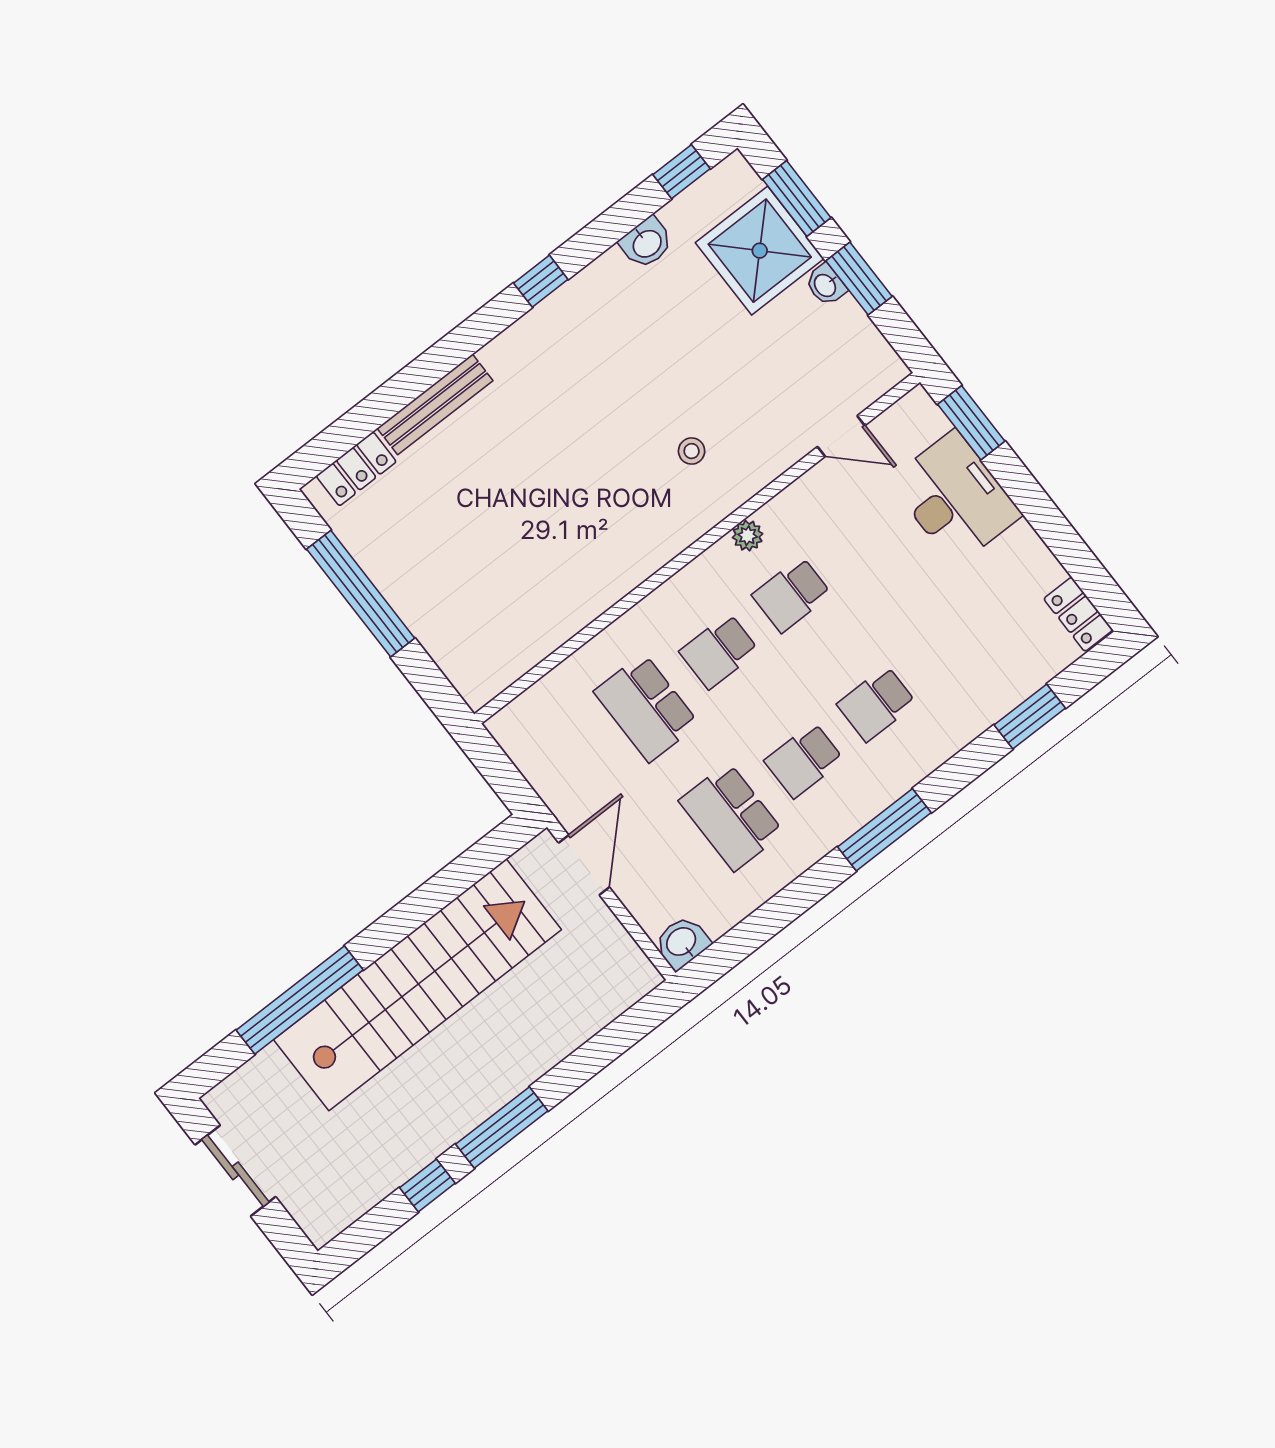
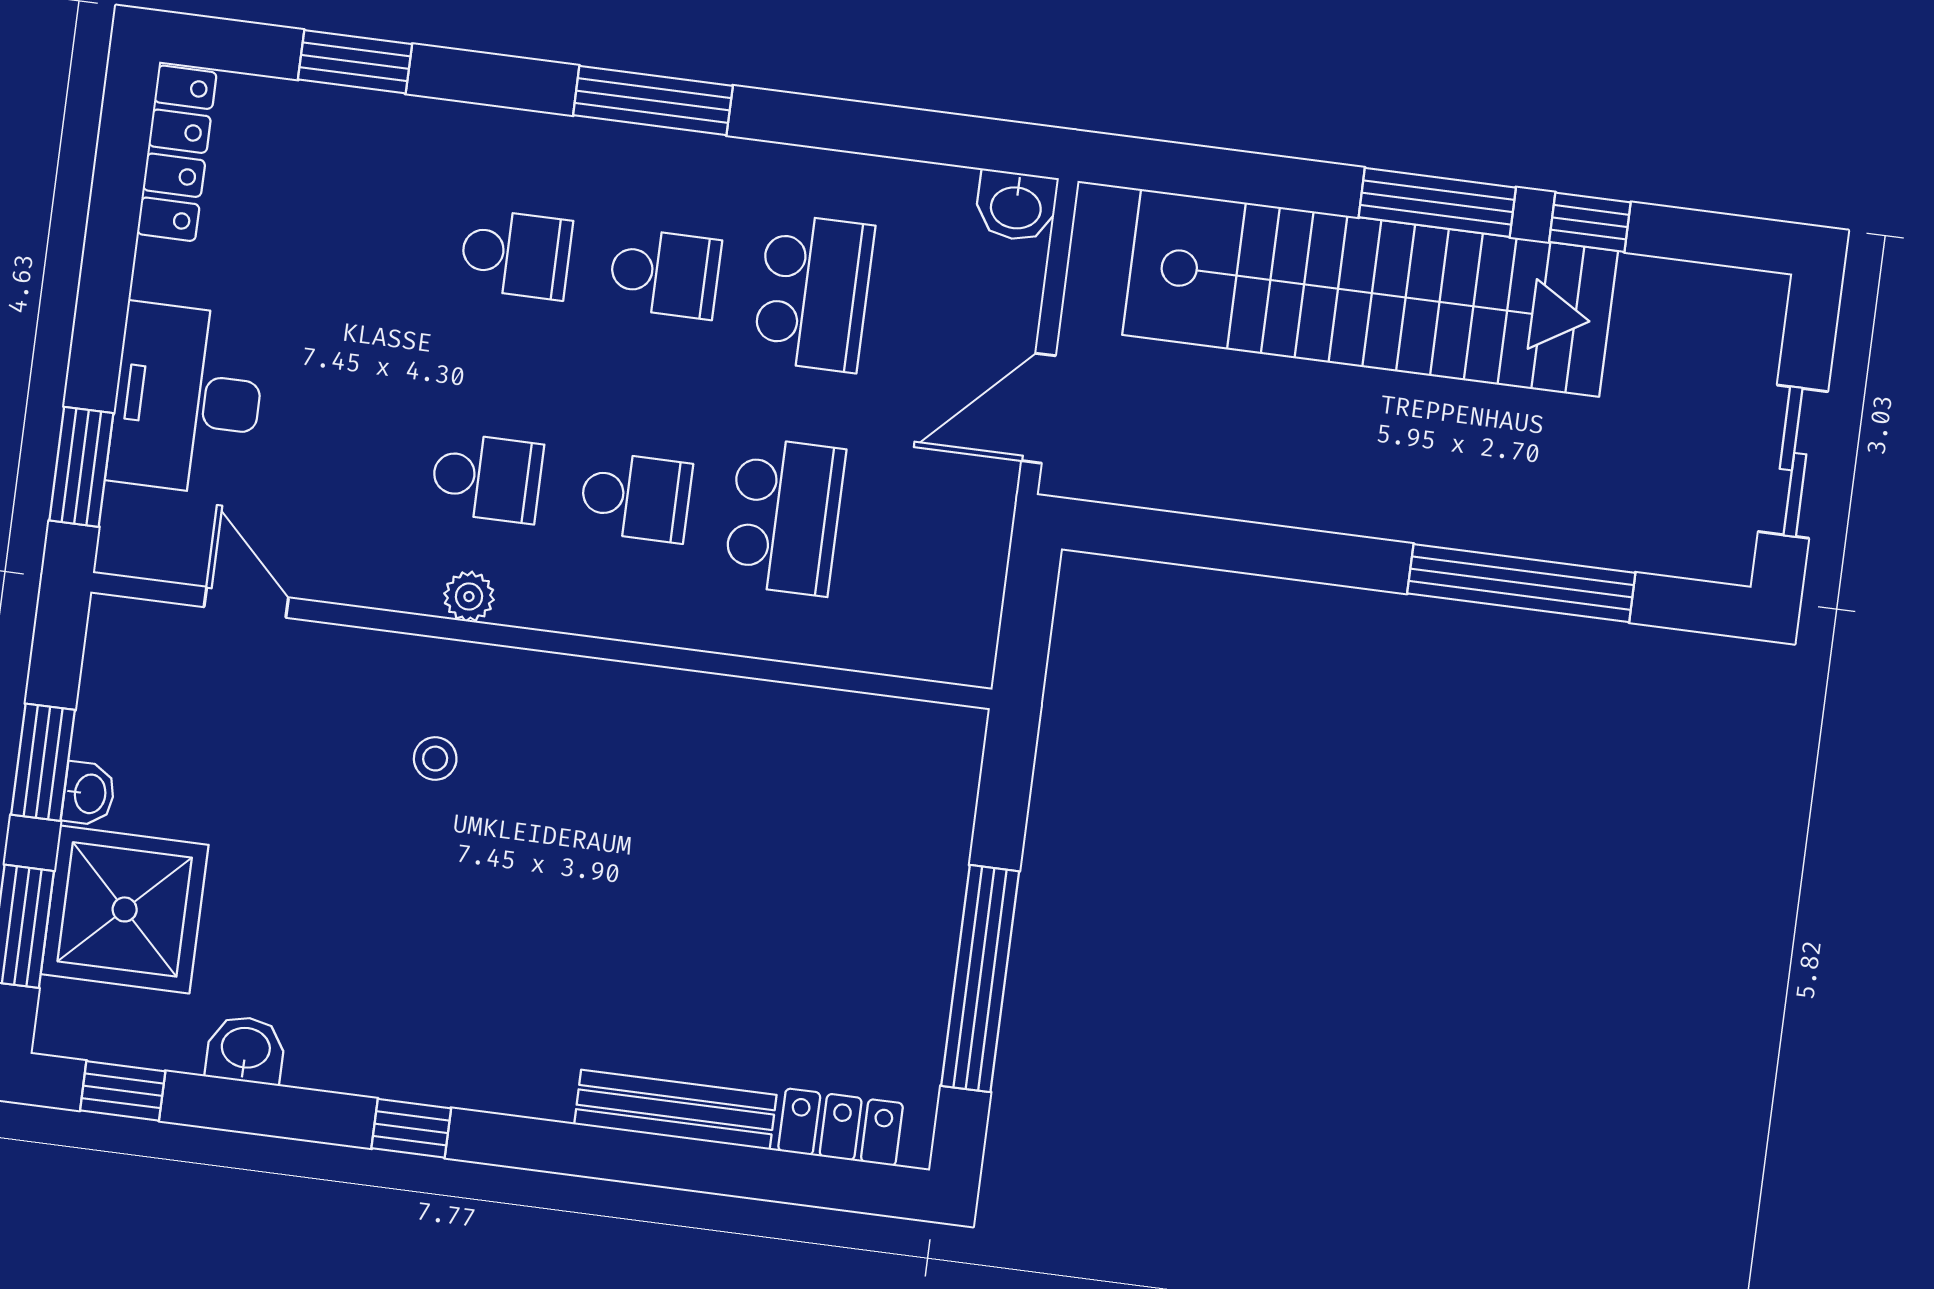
locker: (1078, 614) -> (177, 153), width x1.53
stairs: (418, 985) -> (1370, 293), moved, turned 180

